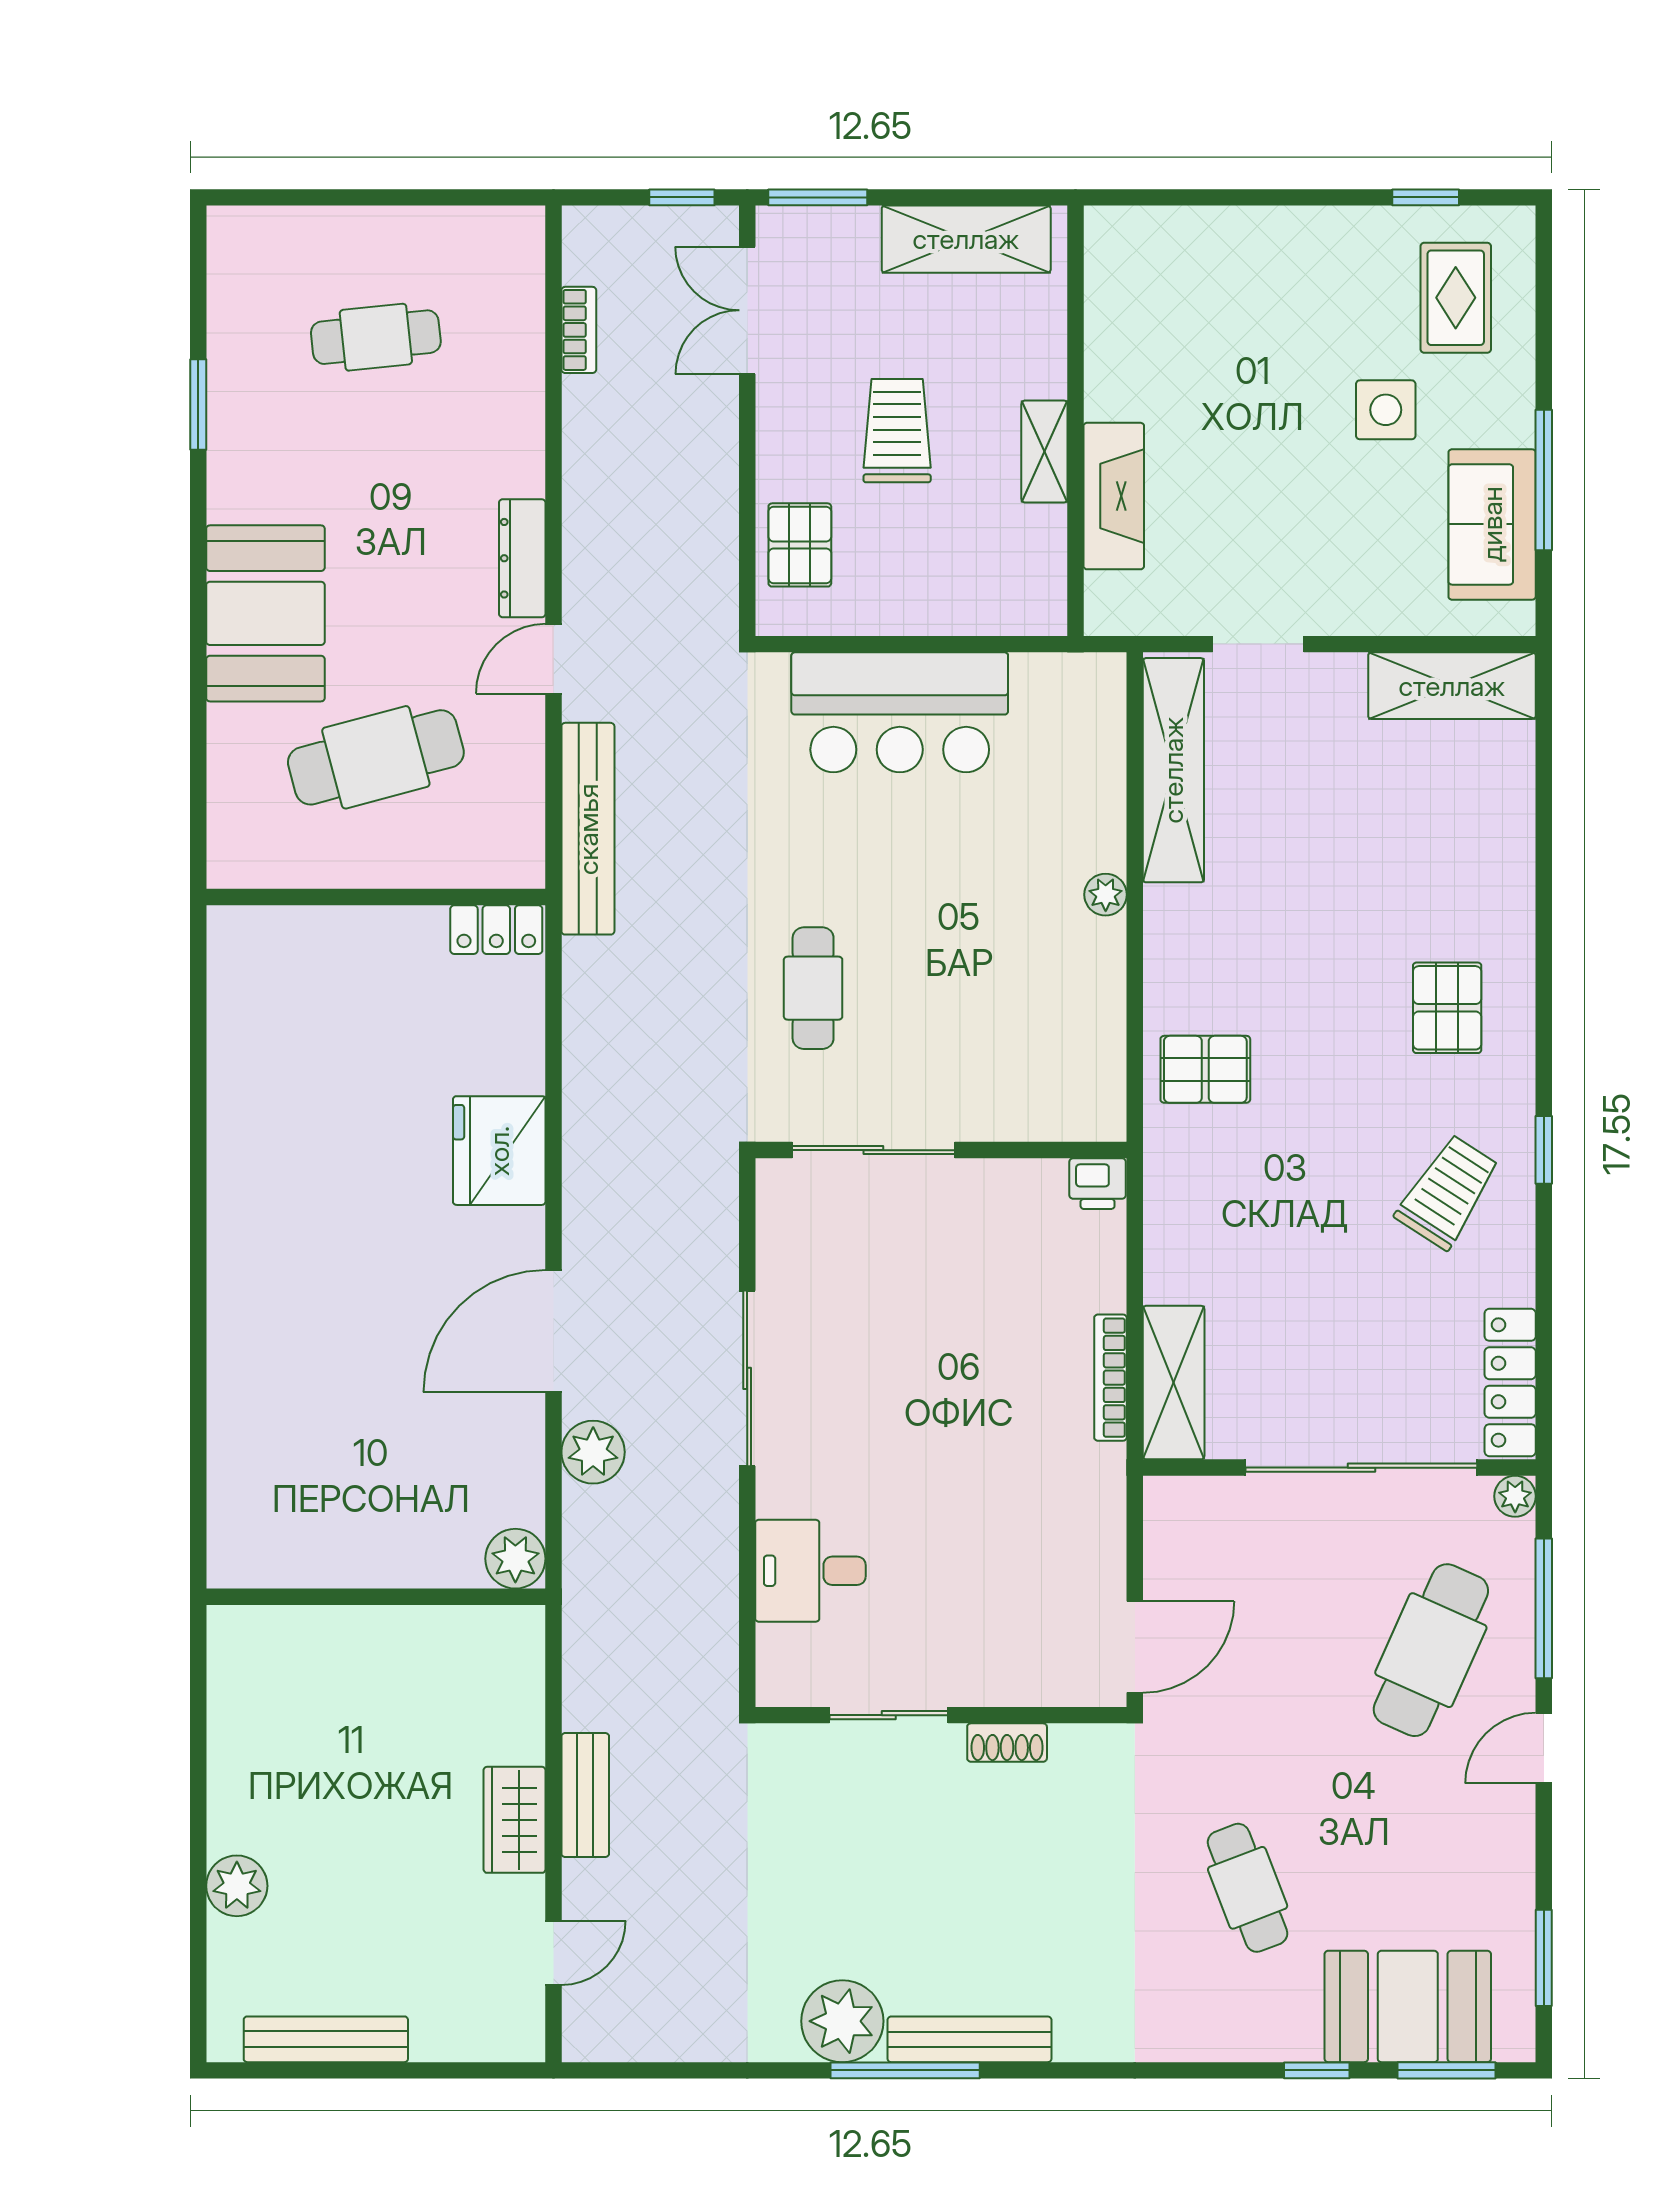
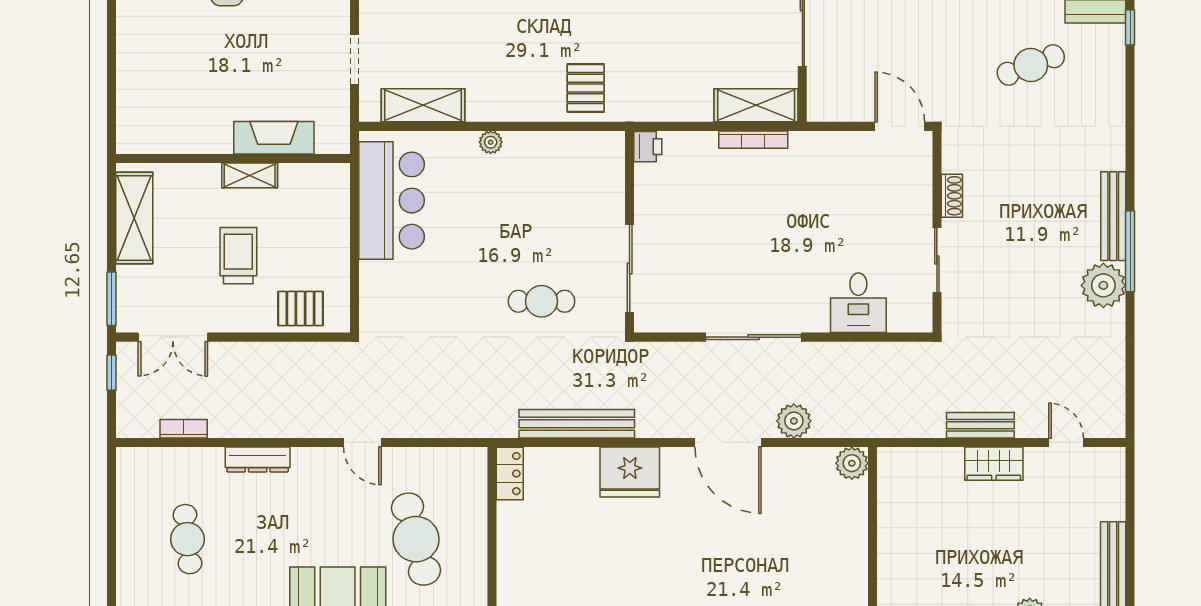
trolley: (897, 431) -> (238, 256), turned 90
dresser: (522, 558) -> (258, 459), moved
bar counter: (900, 712) -> (392, 201), moved
shelving: (1173, 770) -> (423, 105), width x0.68
bench: (588, 829) -> (577, 424), moved

